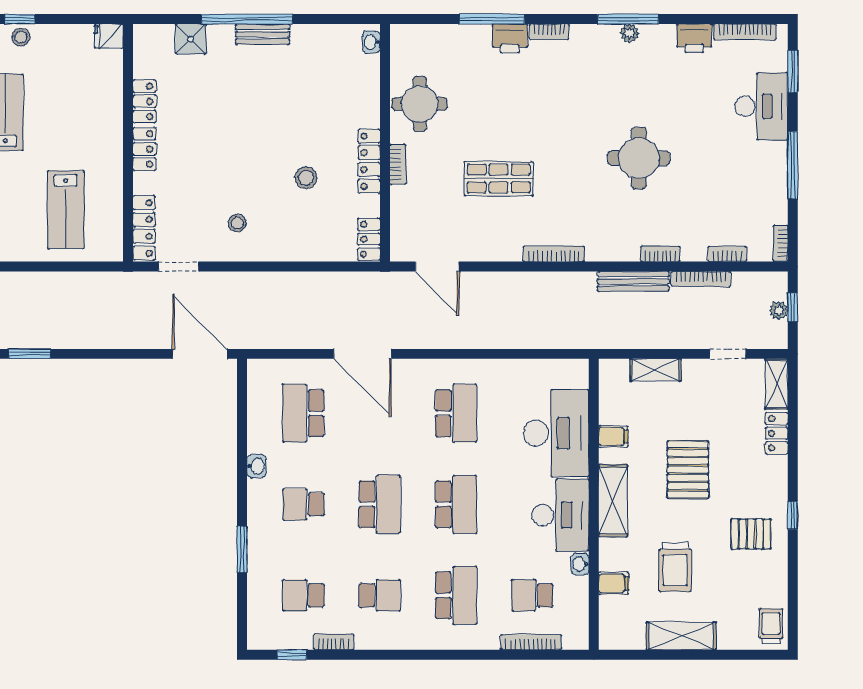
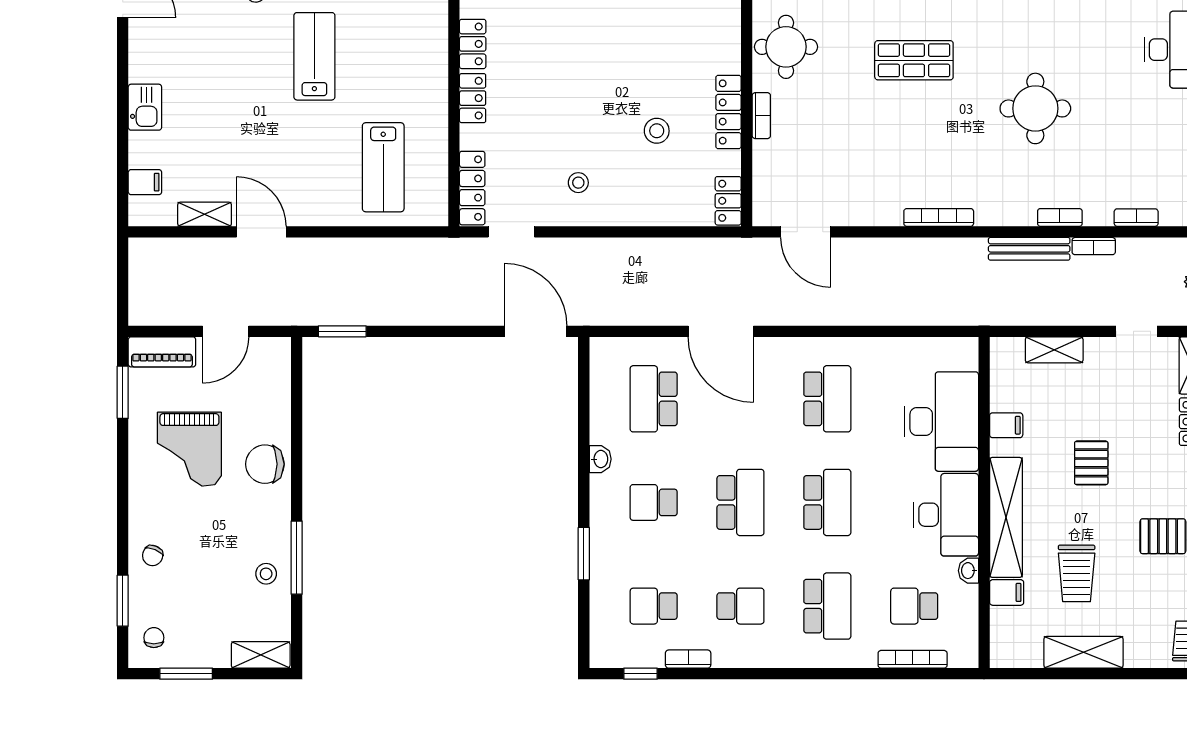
shop shelf: (499, 179) -> (914, 60), moved
bookcase: (701, 279) -> (1094, 246), width x0.64
pallet: (688, 470) -> (1091, 463), width x0.67, depth x0.71
shelving: (613, 501) -> (1006, 517), width x1.47

